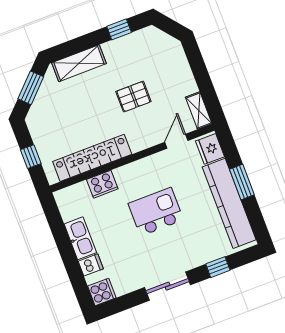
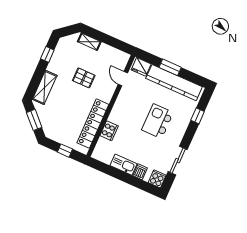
pallet: (133, 97) -> (84, 78), turned 90
shelving: (199, 111) -> (89, 42), moved
kitchen island: (156, 212) -> (158, 121), moved
sliding door: (168, 286) -> (178, 161), moved

